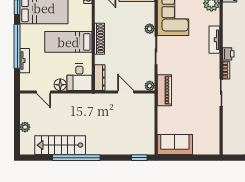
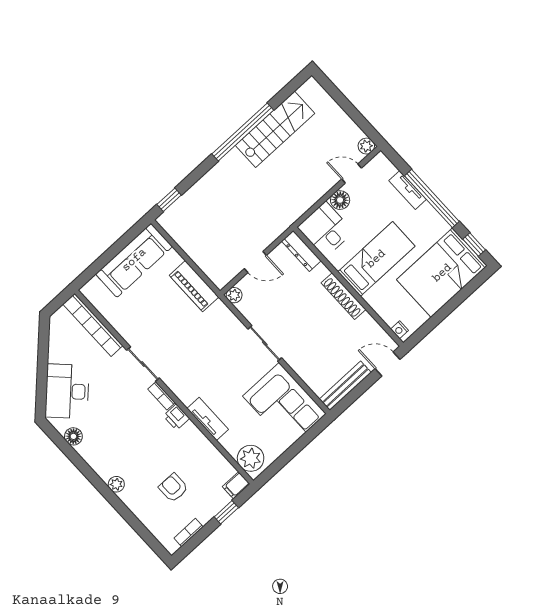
plant: (150, 29) -> (296, 362), removed
piano: (164, 90) -> (194, 286), moved
plant: (25, 127) -> (366, 146), moved
bookcase: (228, 132) -> (93, 325), added
sofa: (175, 145) -> (134, 260), width x1.36

